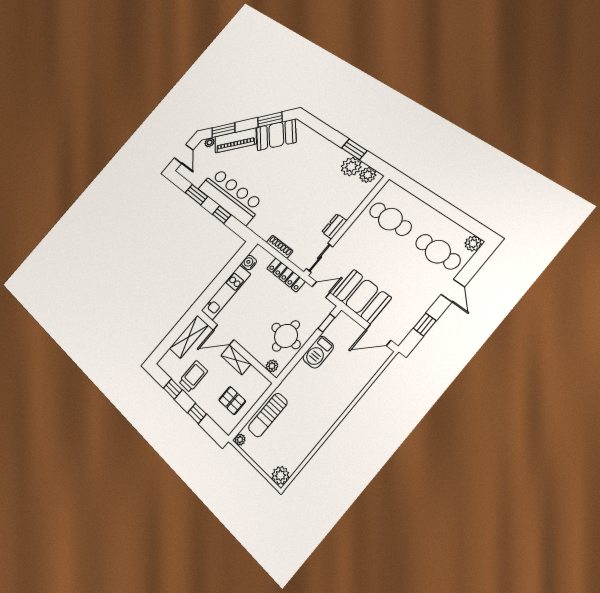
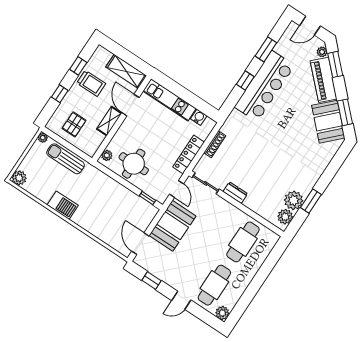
barbecue: (318, 352) -> (63, 205), moved, turned 180

